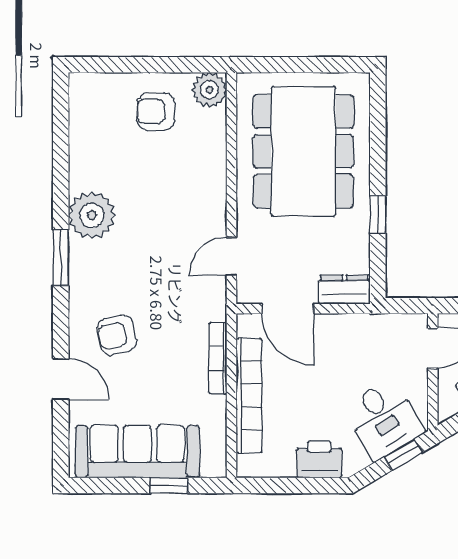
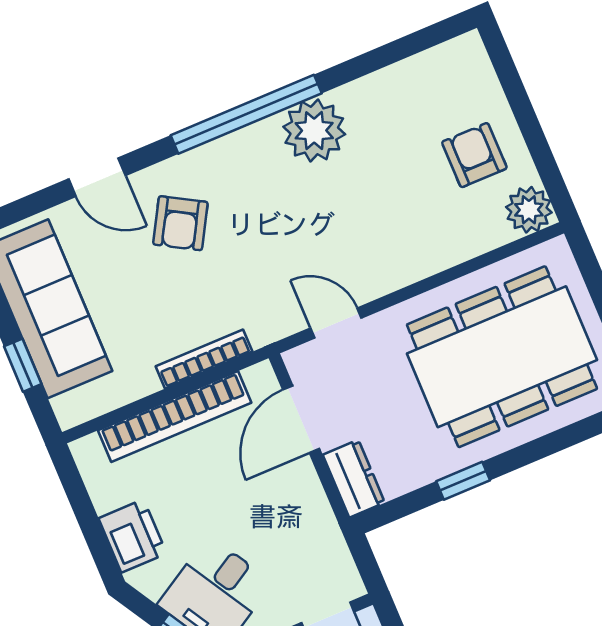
window: (61, 258) -> (246, 114), width x2.11
armchair: (117, 335) -> (180, 223), turned -138
door: (61, 379) -> (97, 177), hinge flipped

